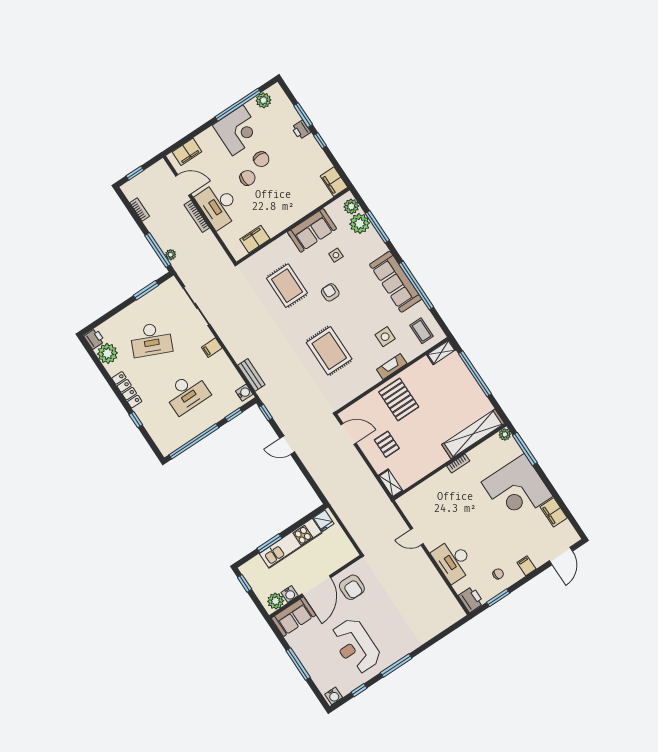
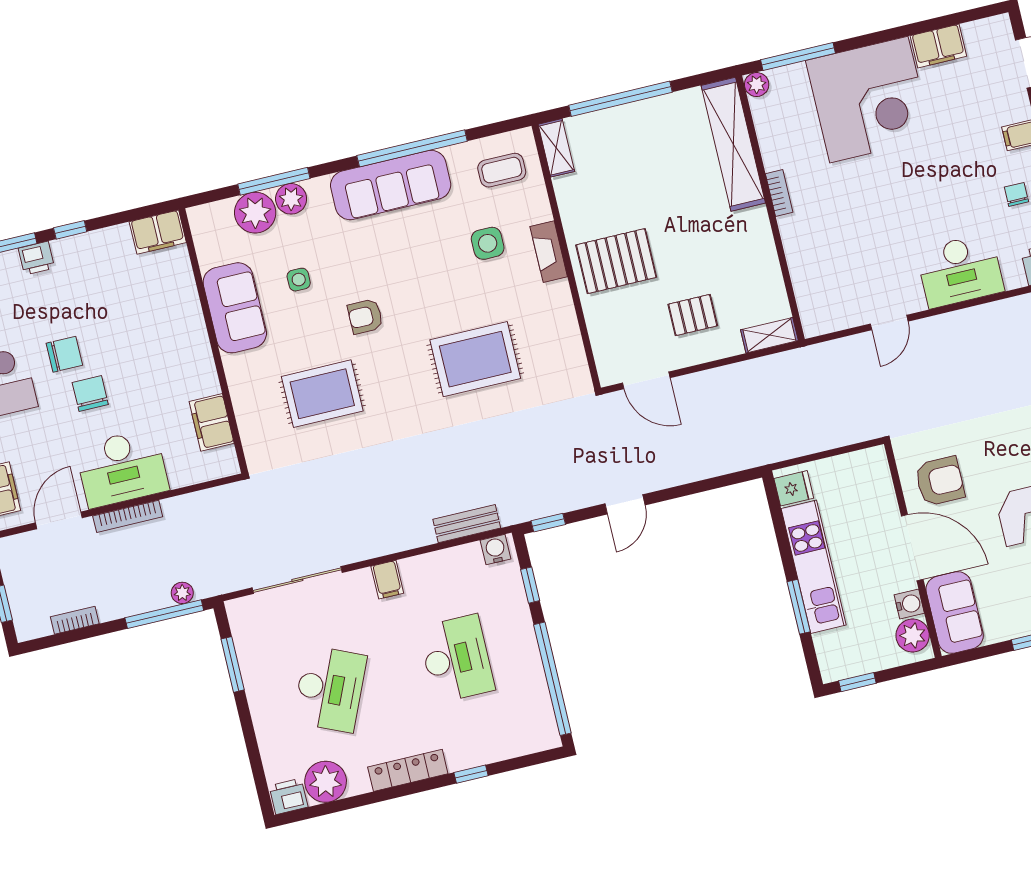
plant: (351, 206) -> (291, 199), moved
door: (349, 434) -> (646, 380), swing flipped

